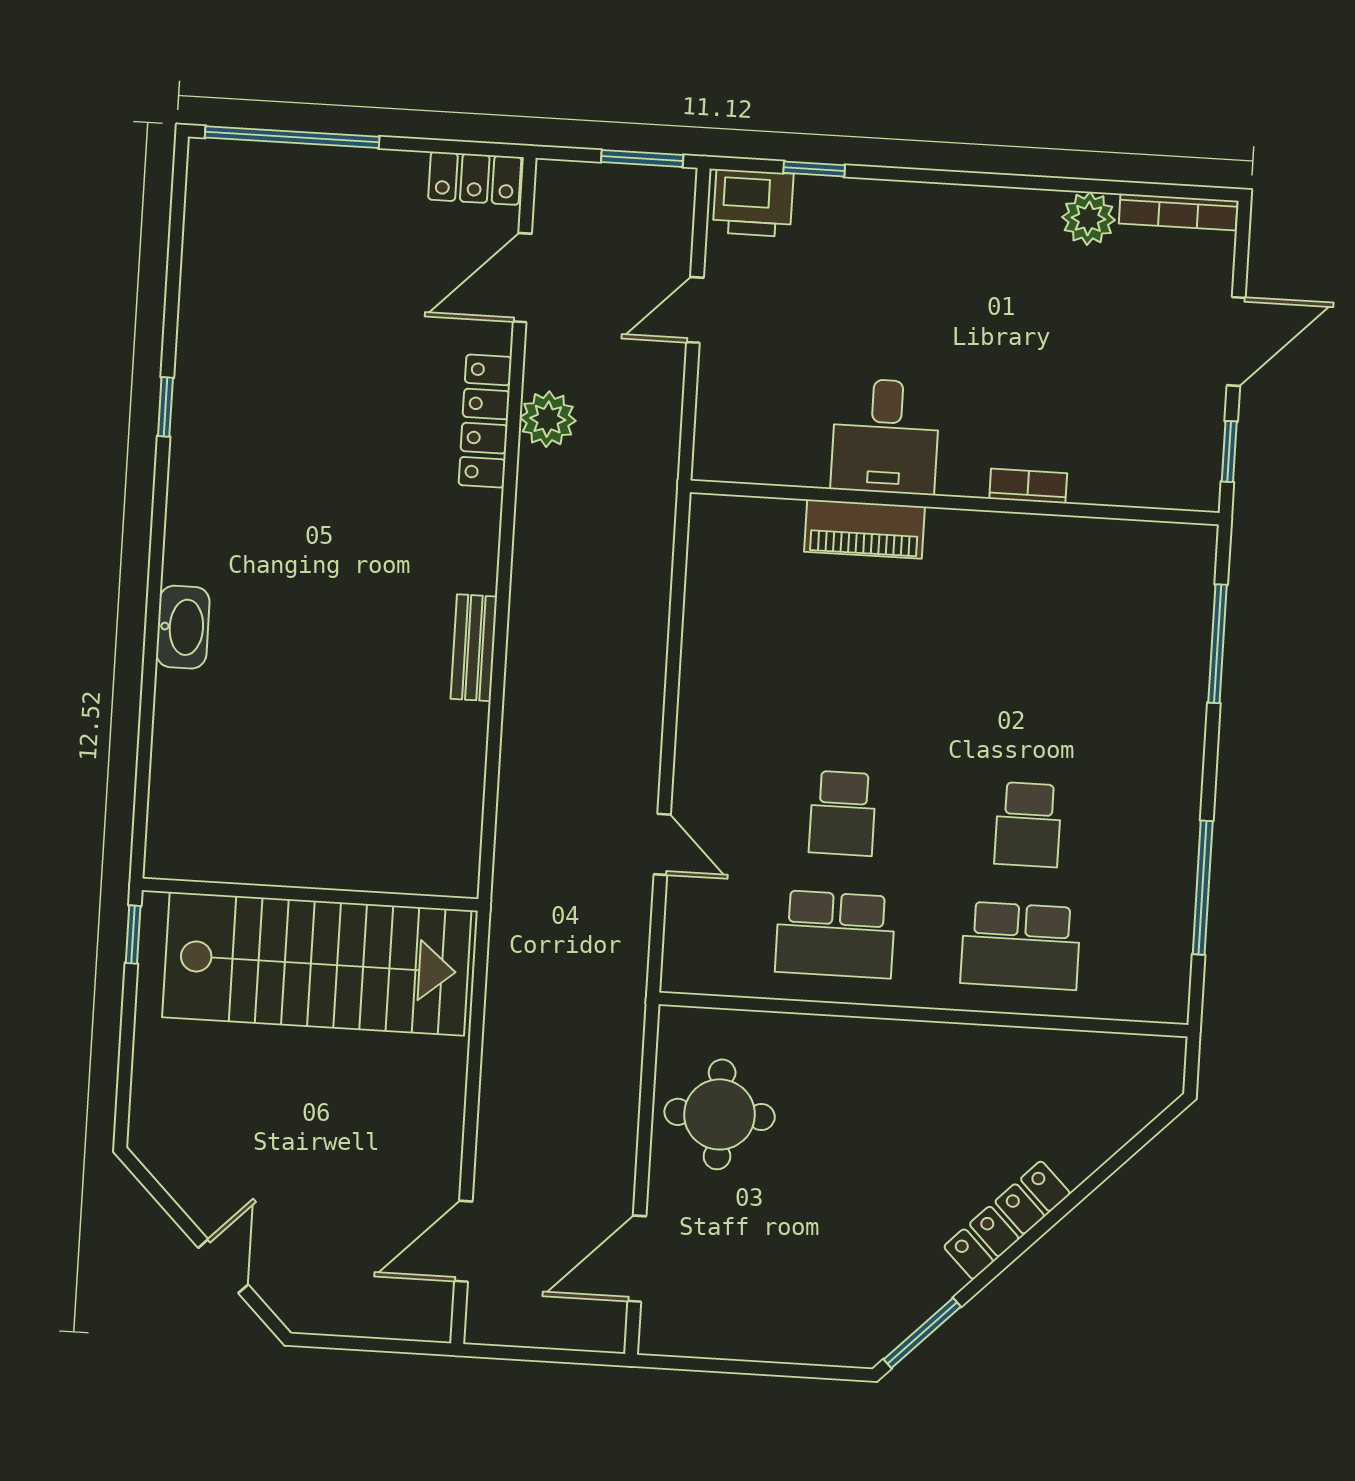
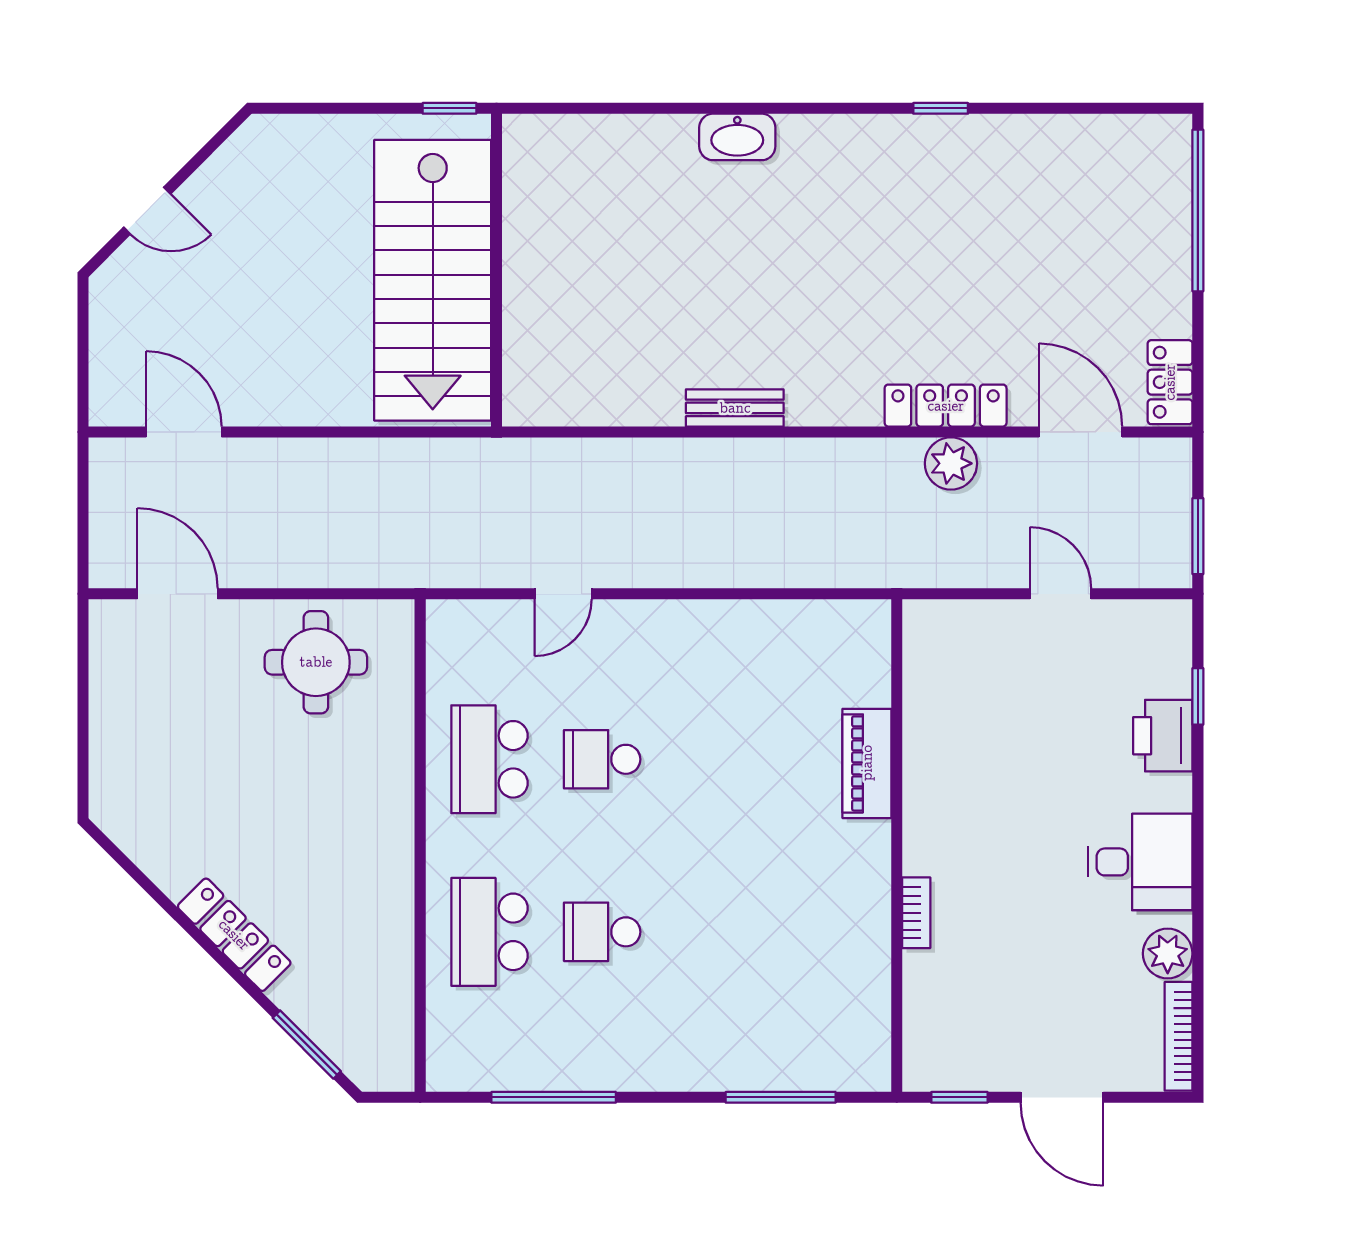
printer: (753, 203) -> (1163, 736), moved
desk: (886, 436) -> (1140, 862), moved, turned 180
window: (922, 1333) -> (307, 1045), moved

